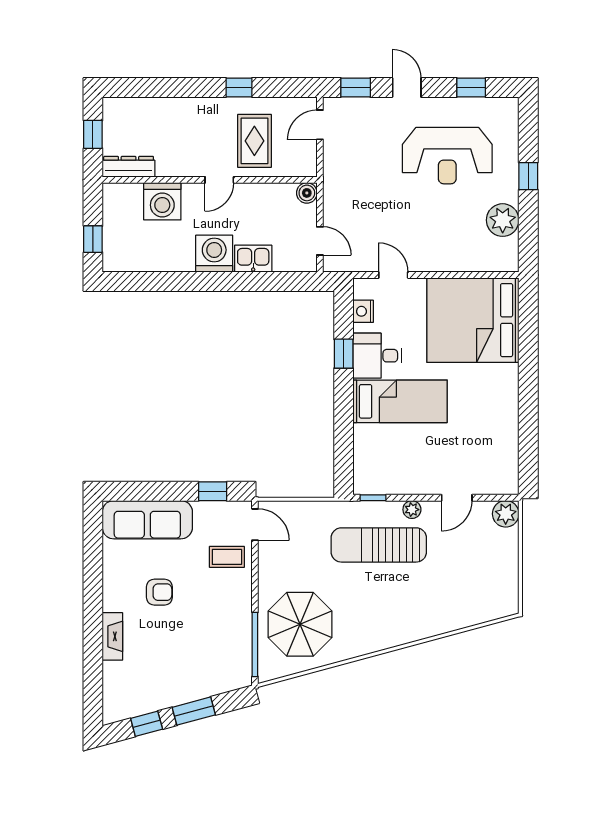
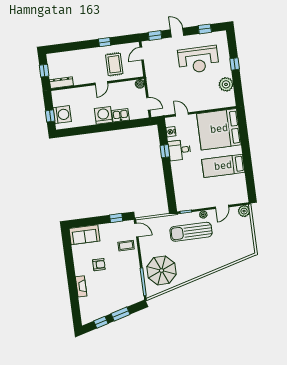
washing machine: (162, 201) -> (62, 115), moved, turned -90
bed: (400, 401) -> (223, 166), moved, turned 180
sofa: (147, 520) -> (84, 235), width x0.73

